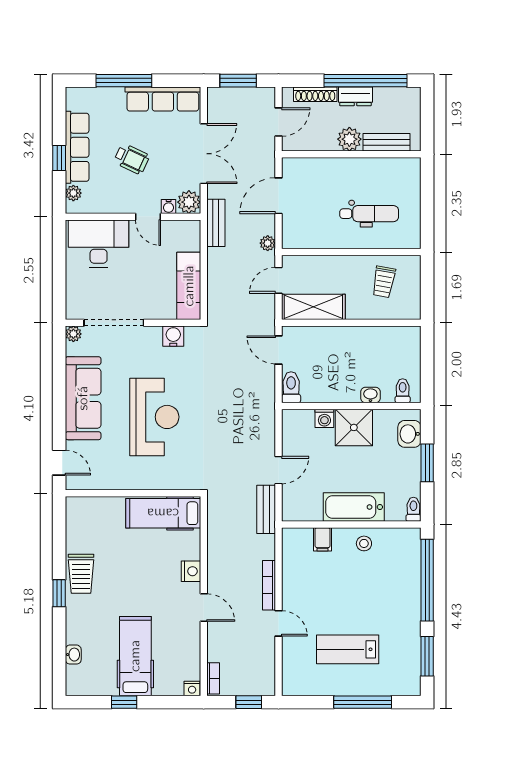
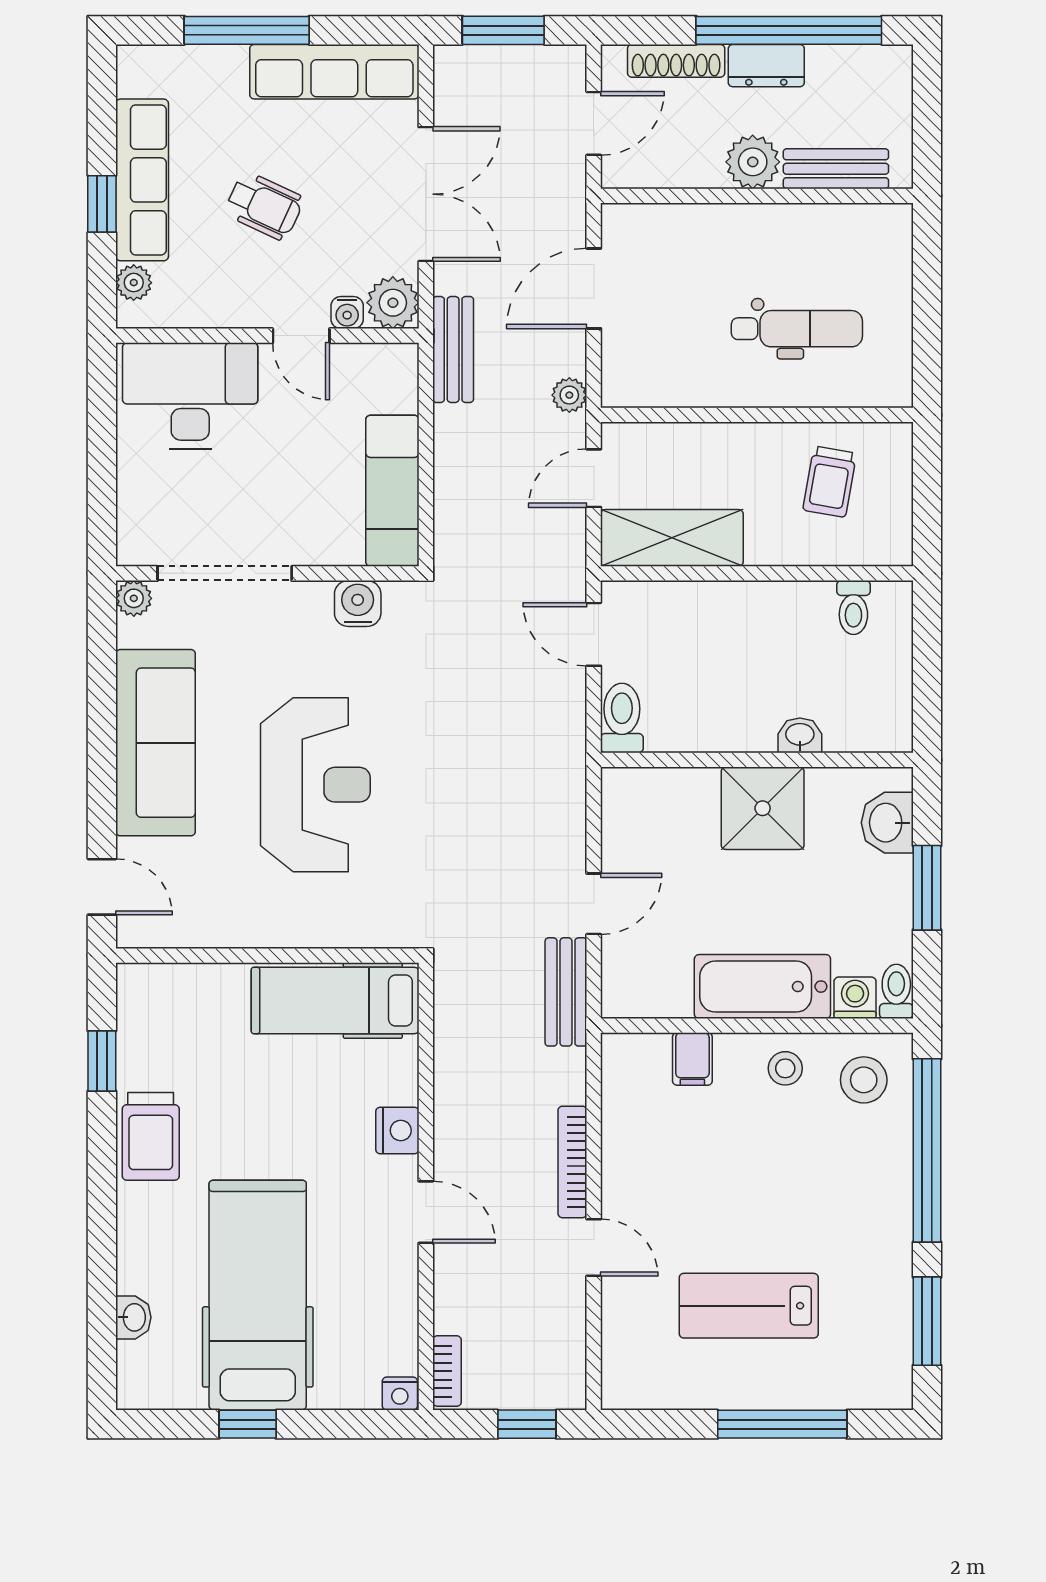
toilet: (403, 391) -> (853, 608), moved, turned 180
washing machine: (324, 418) -> (855, 998), moved, turned 180
stool: (399, 549) -> (864, 1080), added
window: (59, 593) -> (102, 1061), moved
hospital bed: (135, 656) -> (258, 1295), width x1.37, depth x1.29

